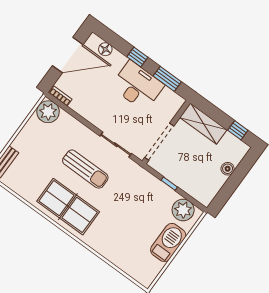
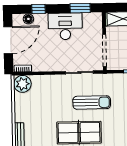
window: (137, 57) -> (39, 9), moved
sun lounger: (85, 169) -> (92, 102), moved

